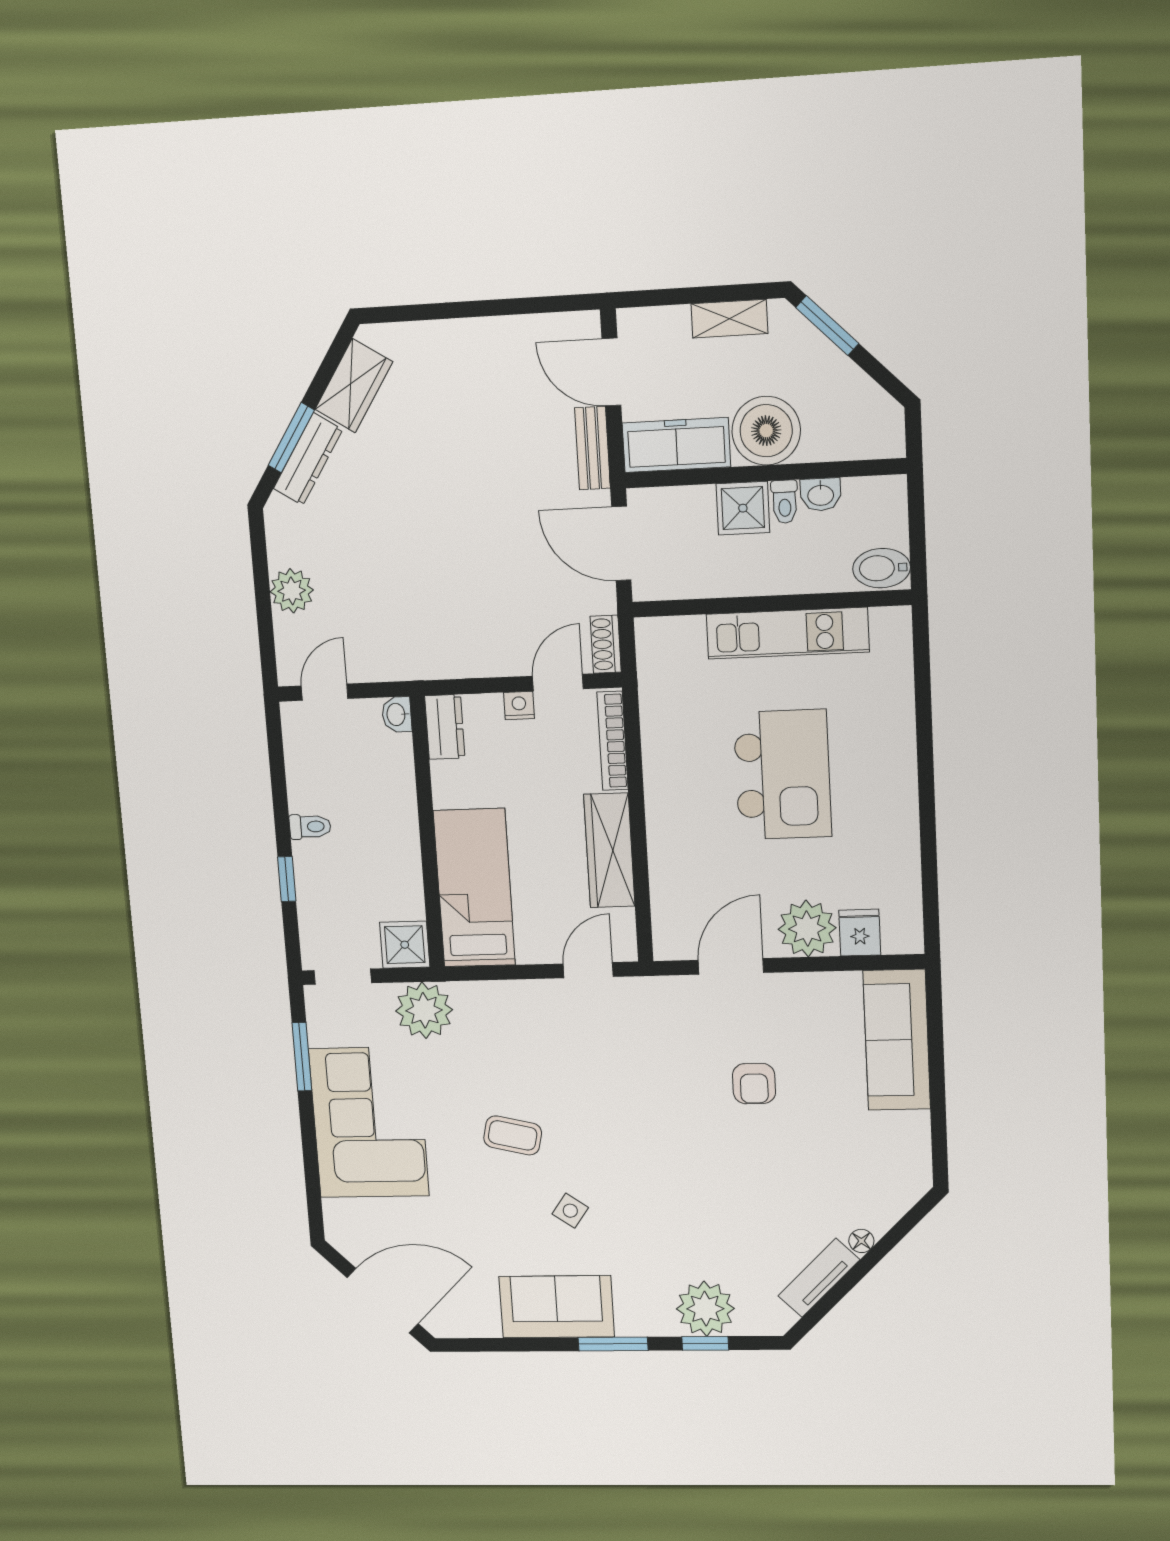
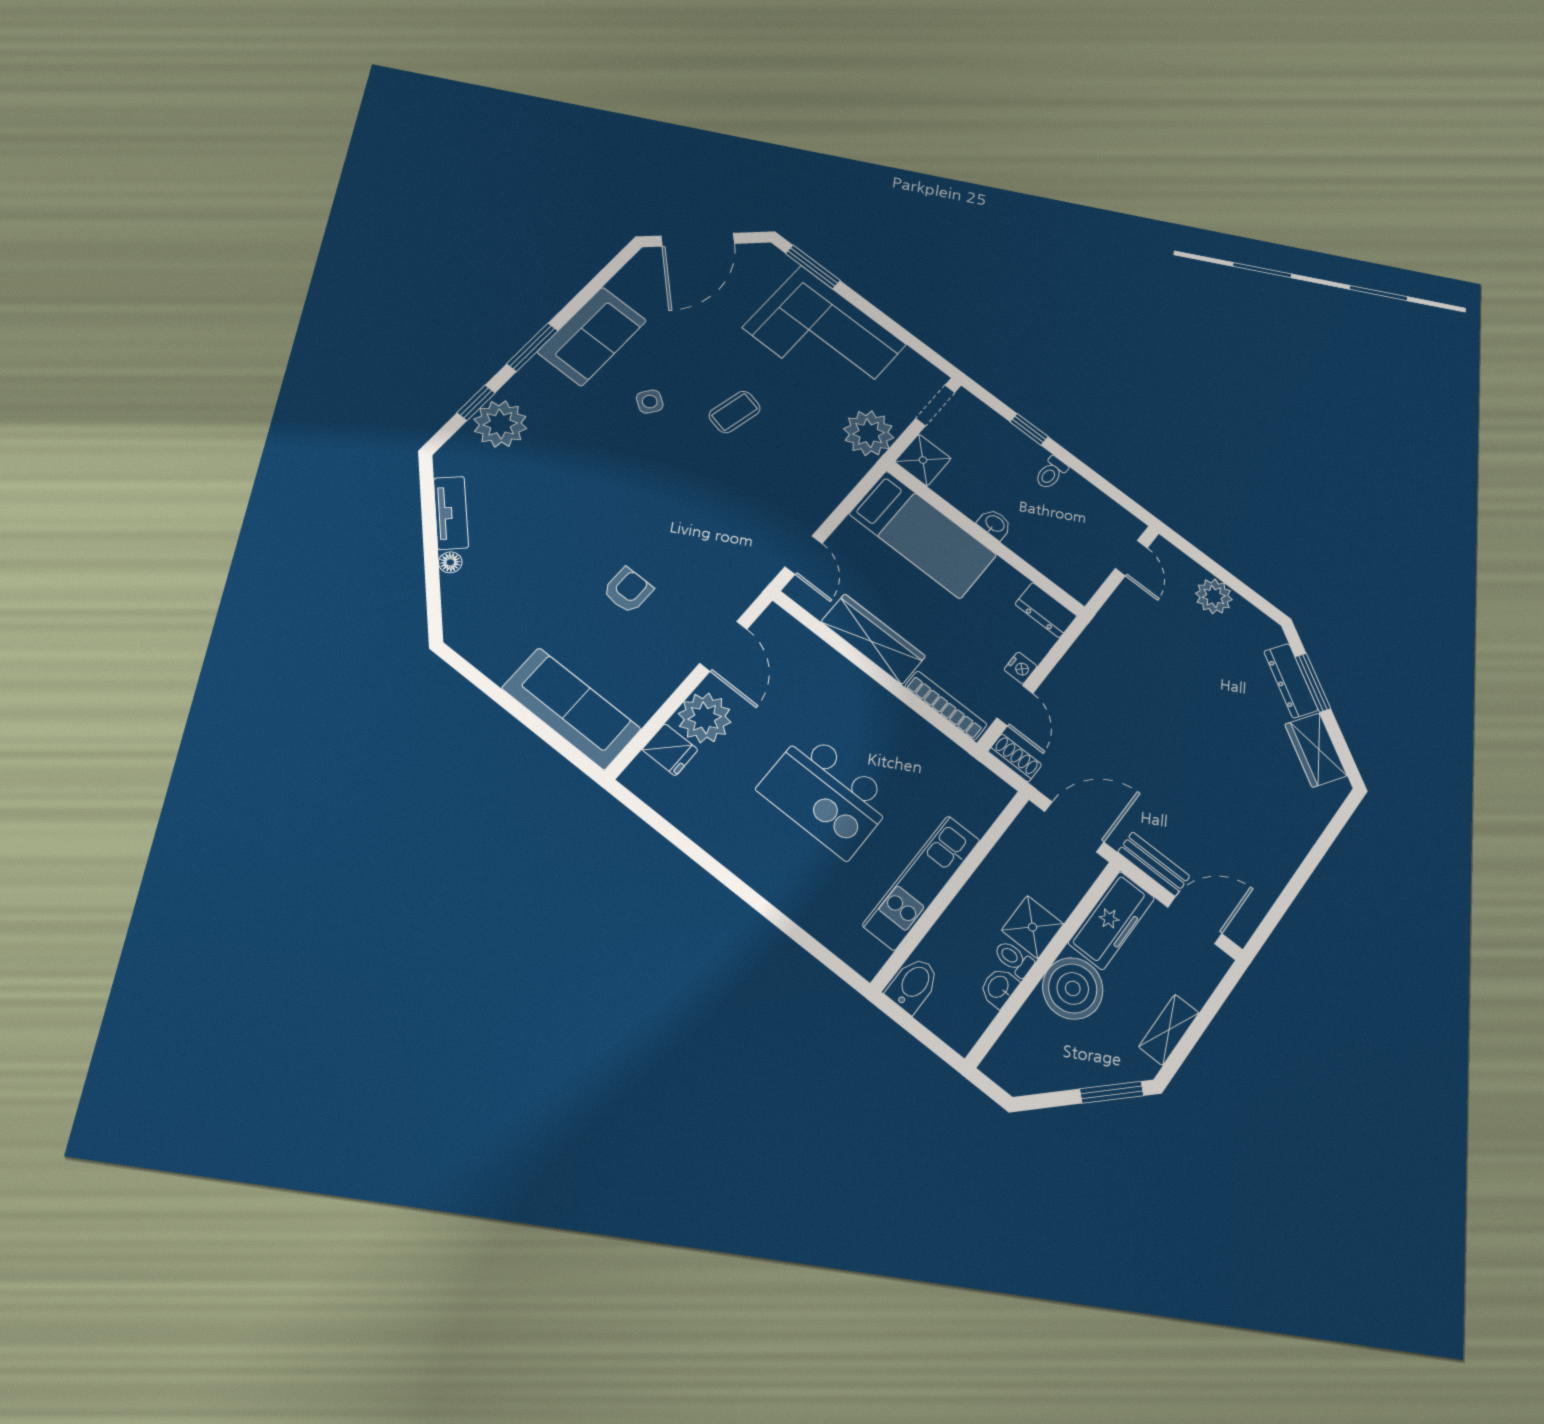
washbasin: (397, 714) -> (995, 524), moved
window: (302, 1057) -> (813, 267), moved
armchair: (754, 1084) -> (628, 590), turned 90

